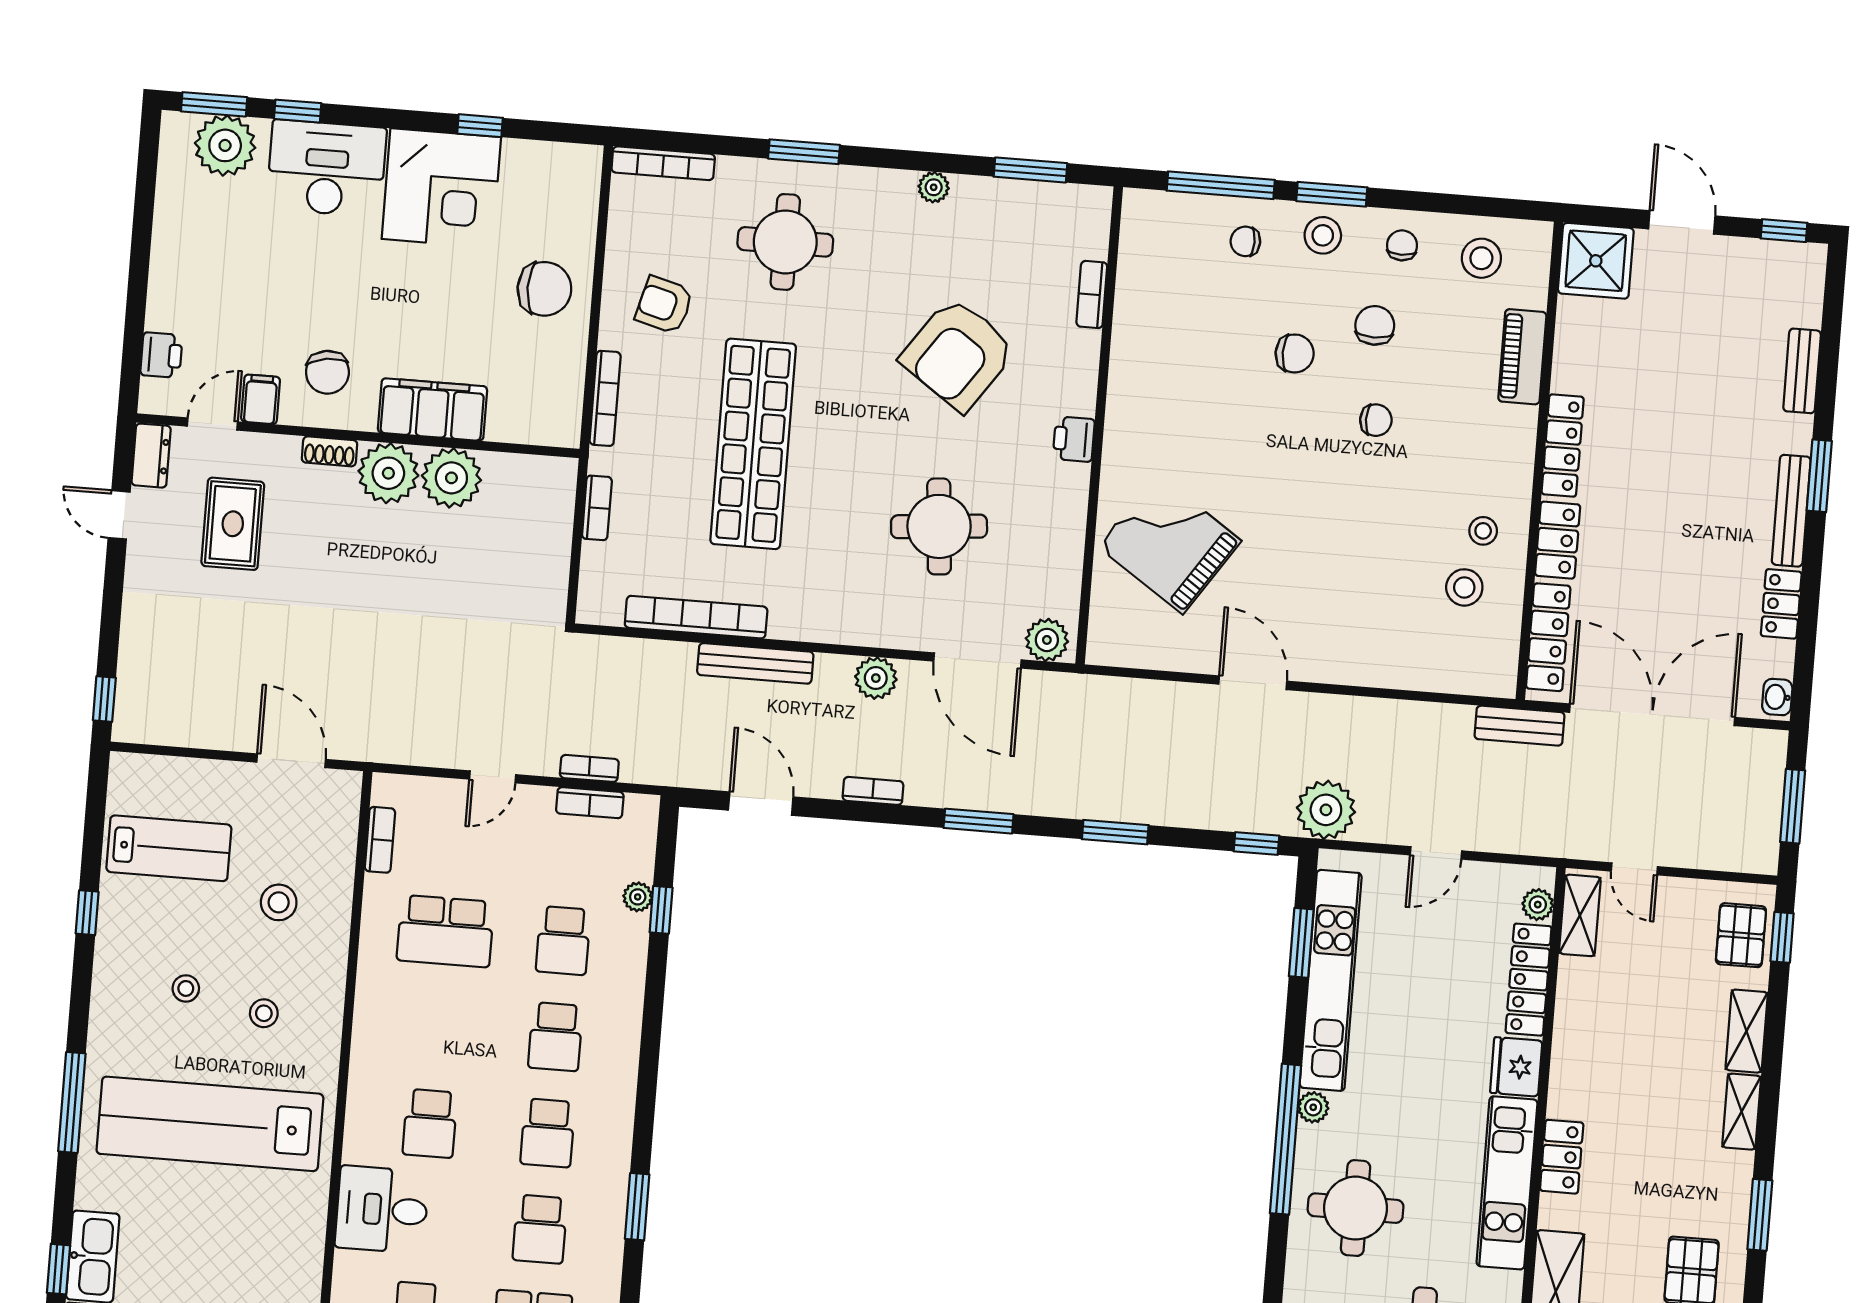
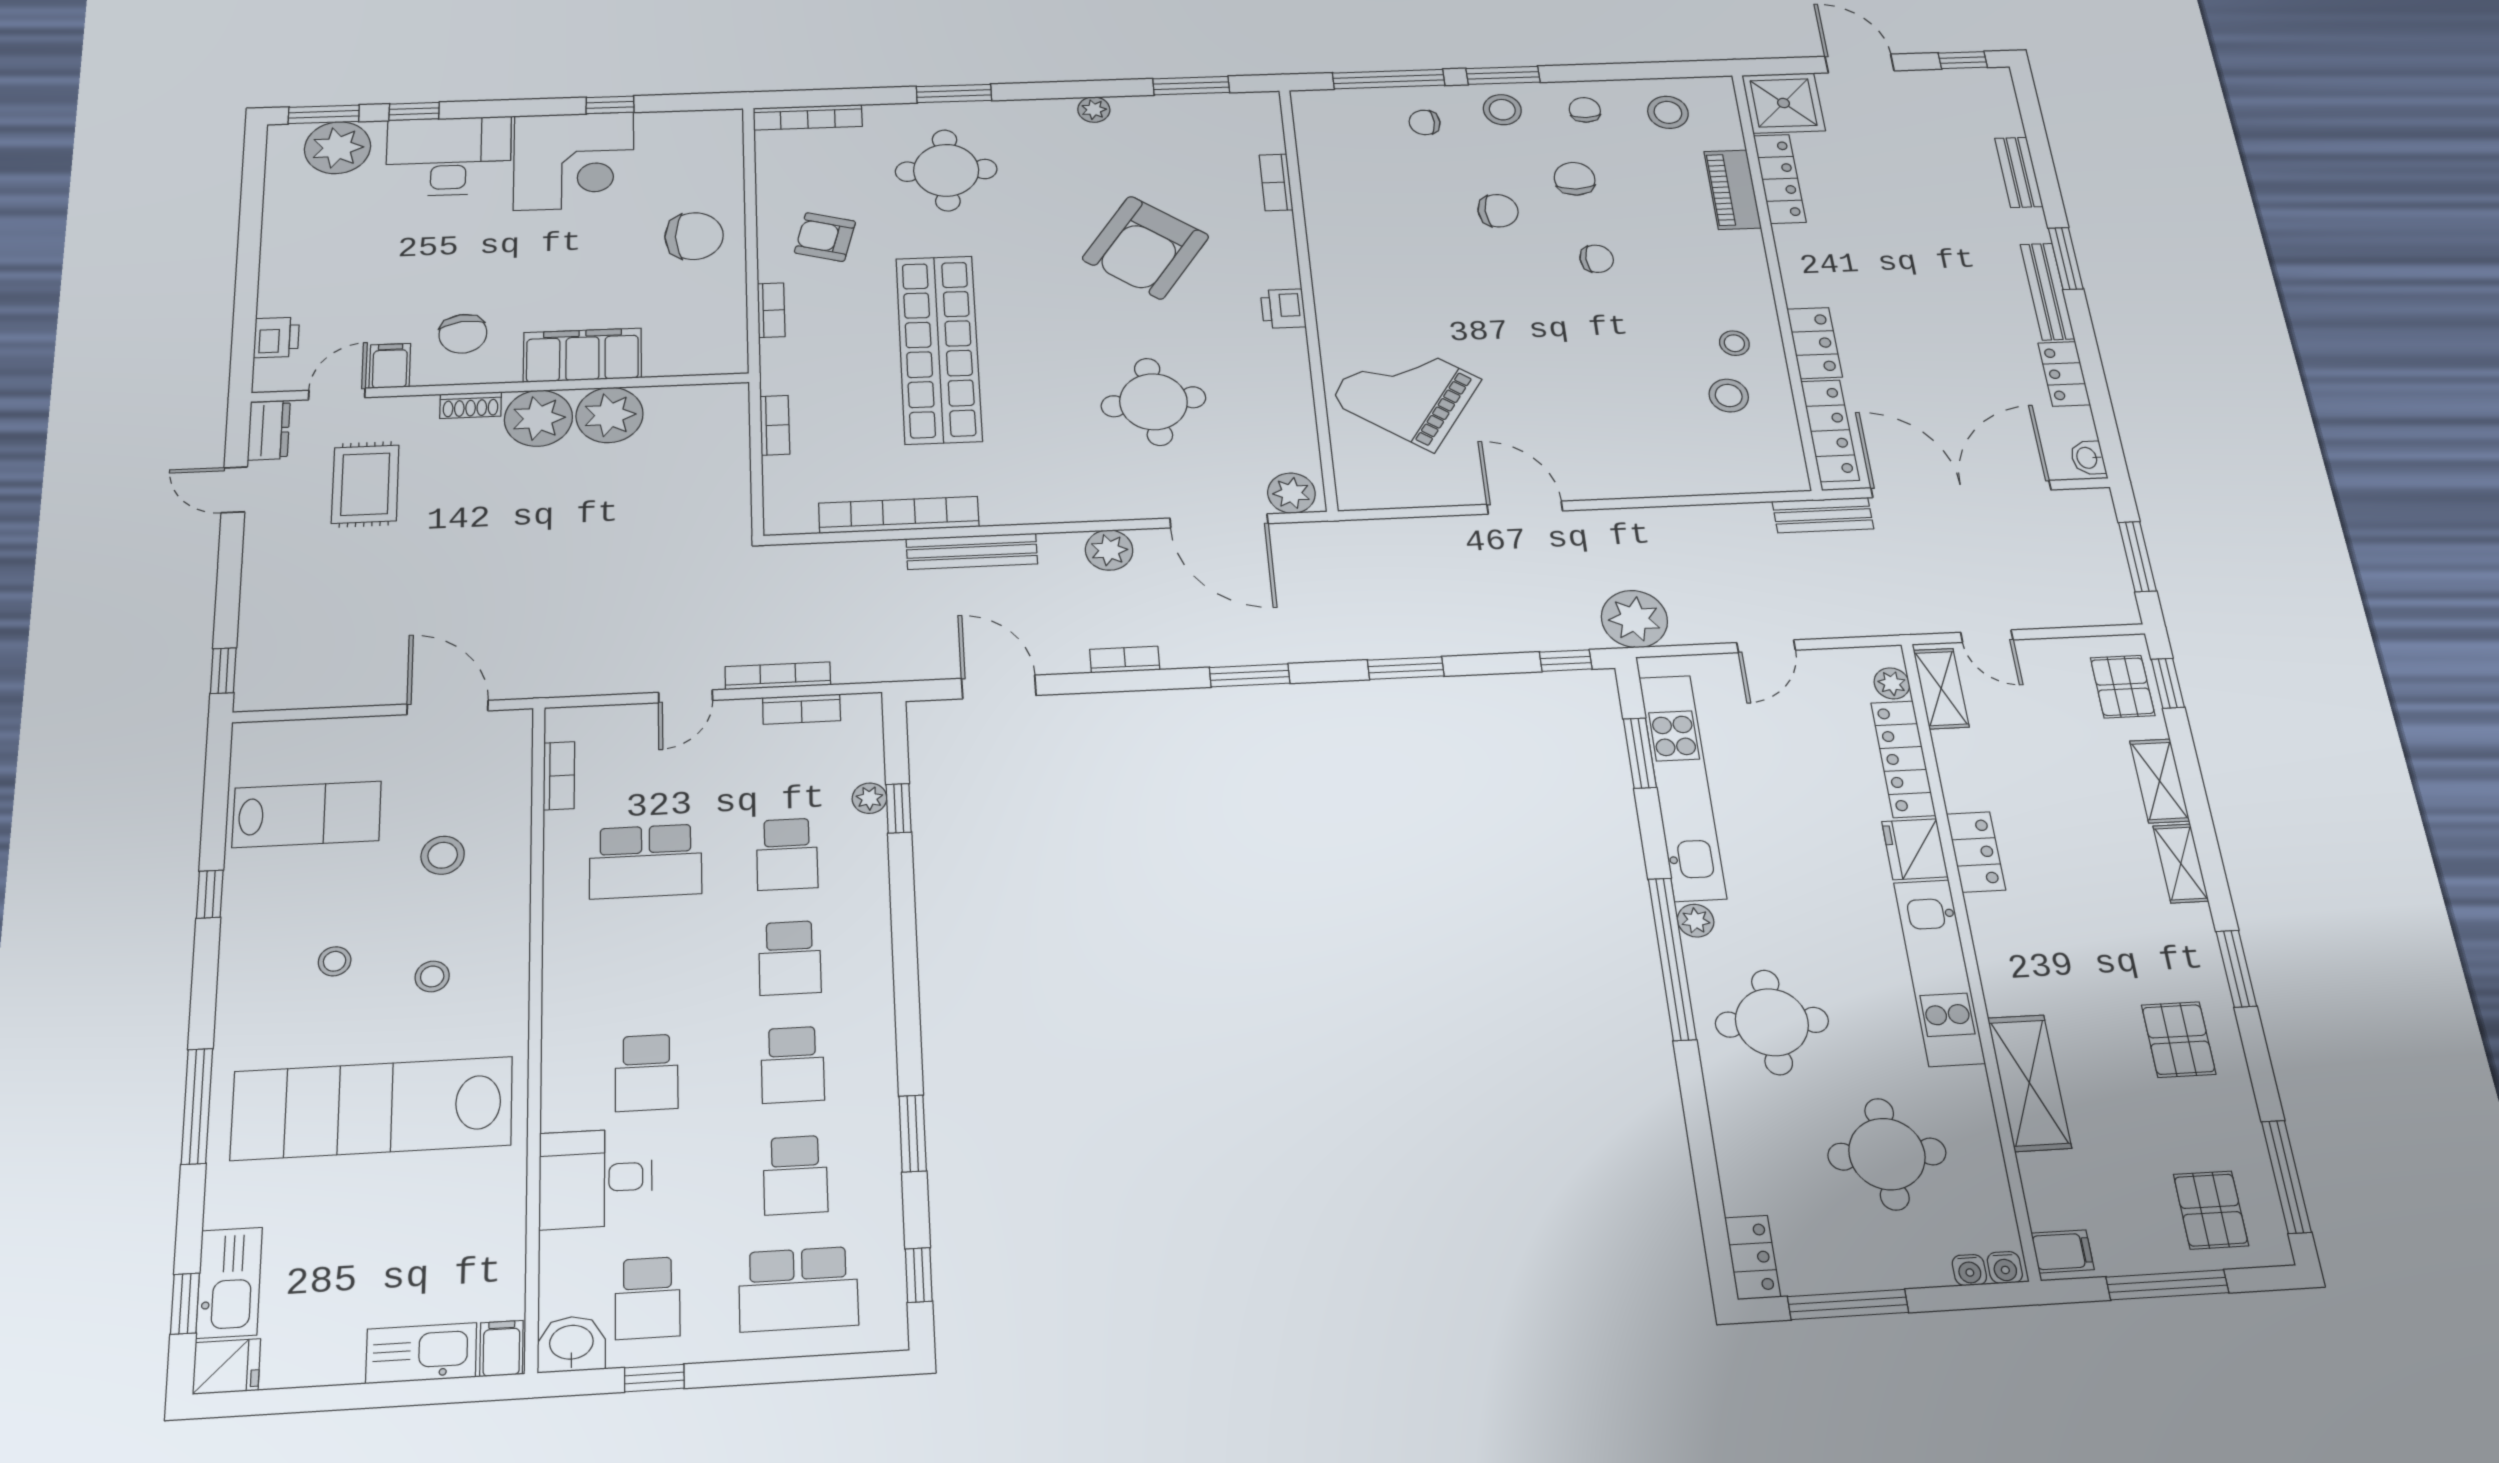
bookcase: (605, 398) -> (771, 310), width x0.64
locker: (1563, 446) -> (1780, 179), moved
bookcase: (589, 768) -> (778, 676), width x1.56
locker: (1562, 1157) -> (1976, 852), moved

